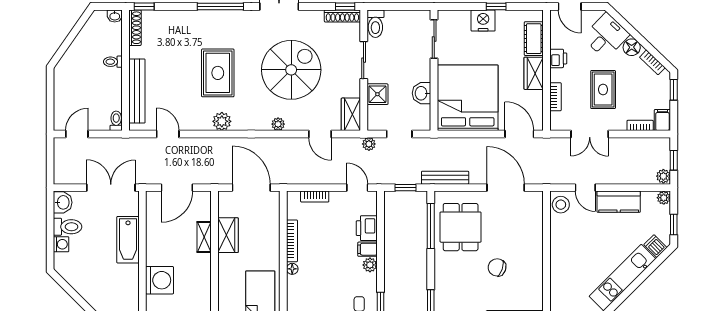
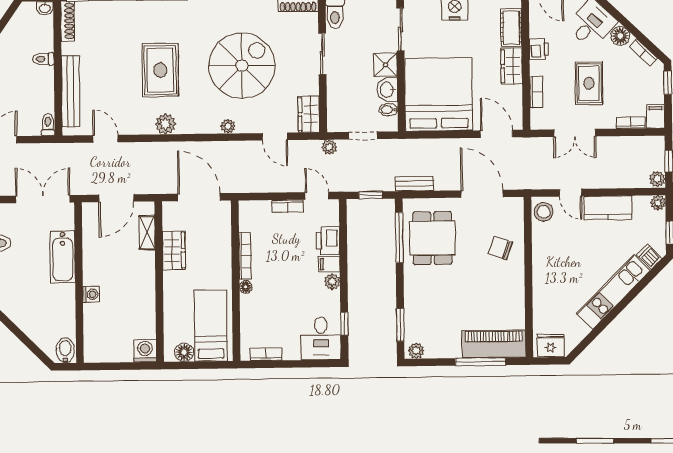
shower: (377, 94) -> (386, 65), moved
bidet: (422, 111) -> (388, 110), added
bench: (445, 178) -> (415, 184), width x0.73
bookcase: (315, 197) -> (288, 206), moved
shelving: (204, 237) -> (147, 233), moved
chair: (497, 267) -> (500, 248), moved
washing machine: (160, 280) -> (91, 294), width x0.53, depth x0.53

